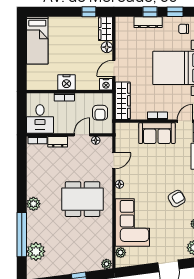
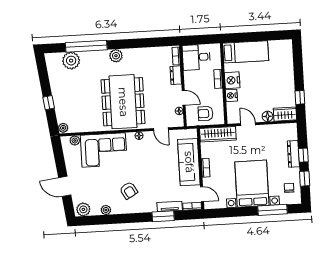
bed: (37, 40) -> (246, 52), moved, turned 180
nightstand: (106, 84) -> (231, 95), moved
sofa: (157, 133) -> (189, 162), width x1.36
dining table: (83, 199) -> (123, 102), width x1.36, depth x1.24

